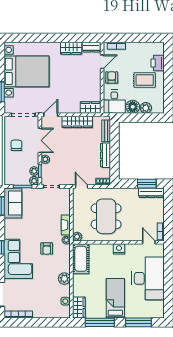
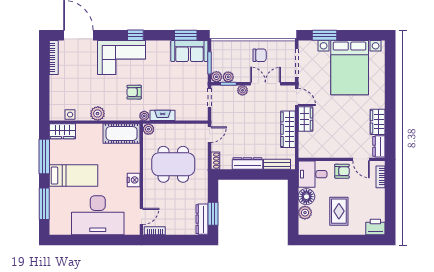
printer: (158, 63) -> (375, 227), moved
wardrobe: (91, 108) -> (305, 119), moved
double door: (40, 140) -> (265, 84), swing flipped

